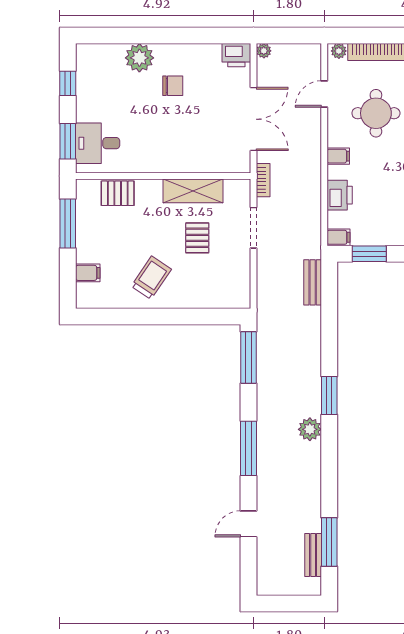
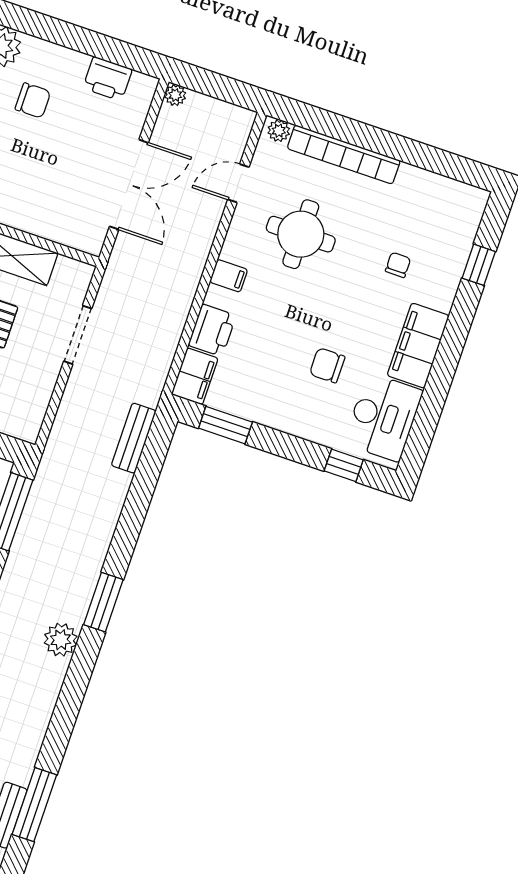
printer: (236, 55) -> (108, 79), moved
bookcase: (263, 180) -> (113, 274), removed
filing cabinet: (339, 237) -> (195, 376), width x2.00

